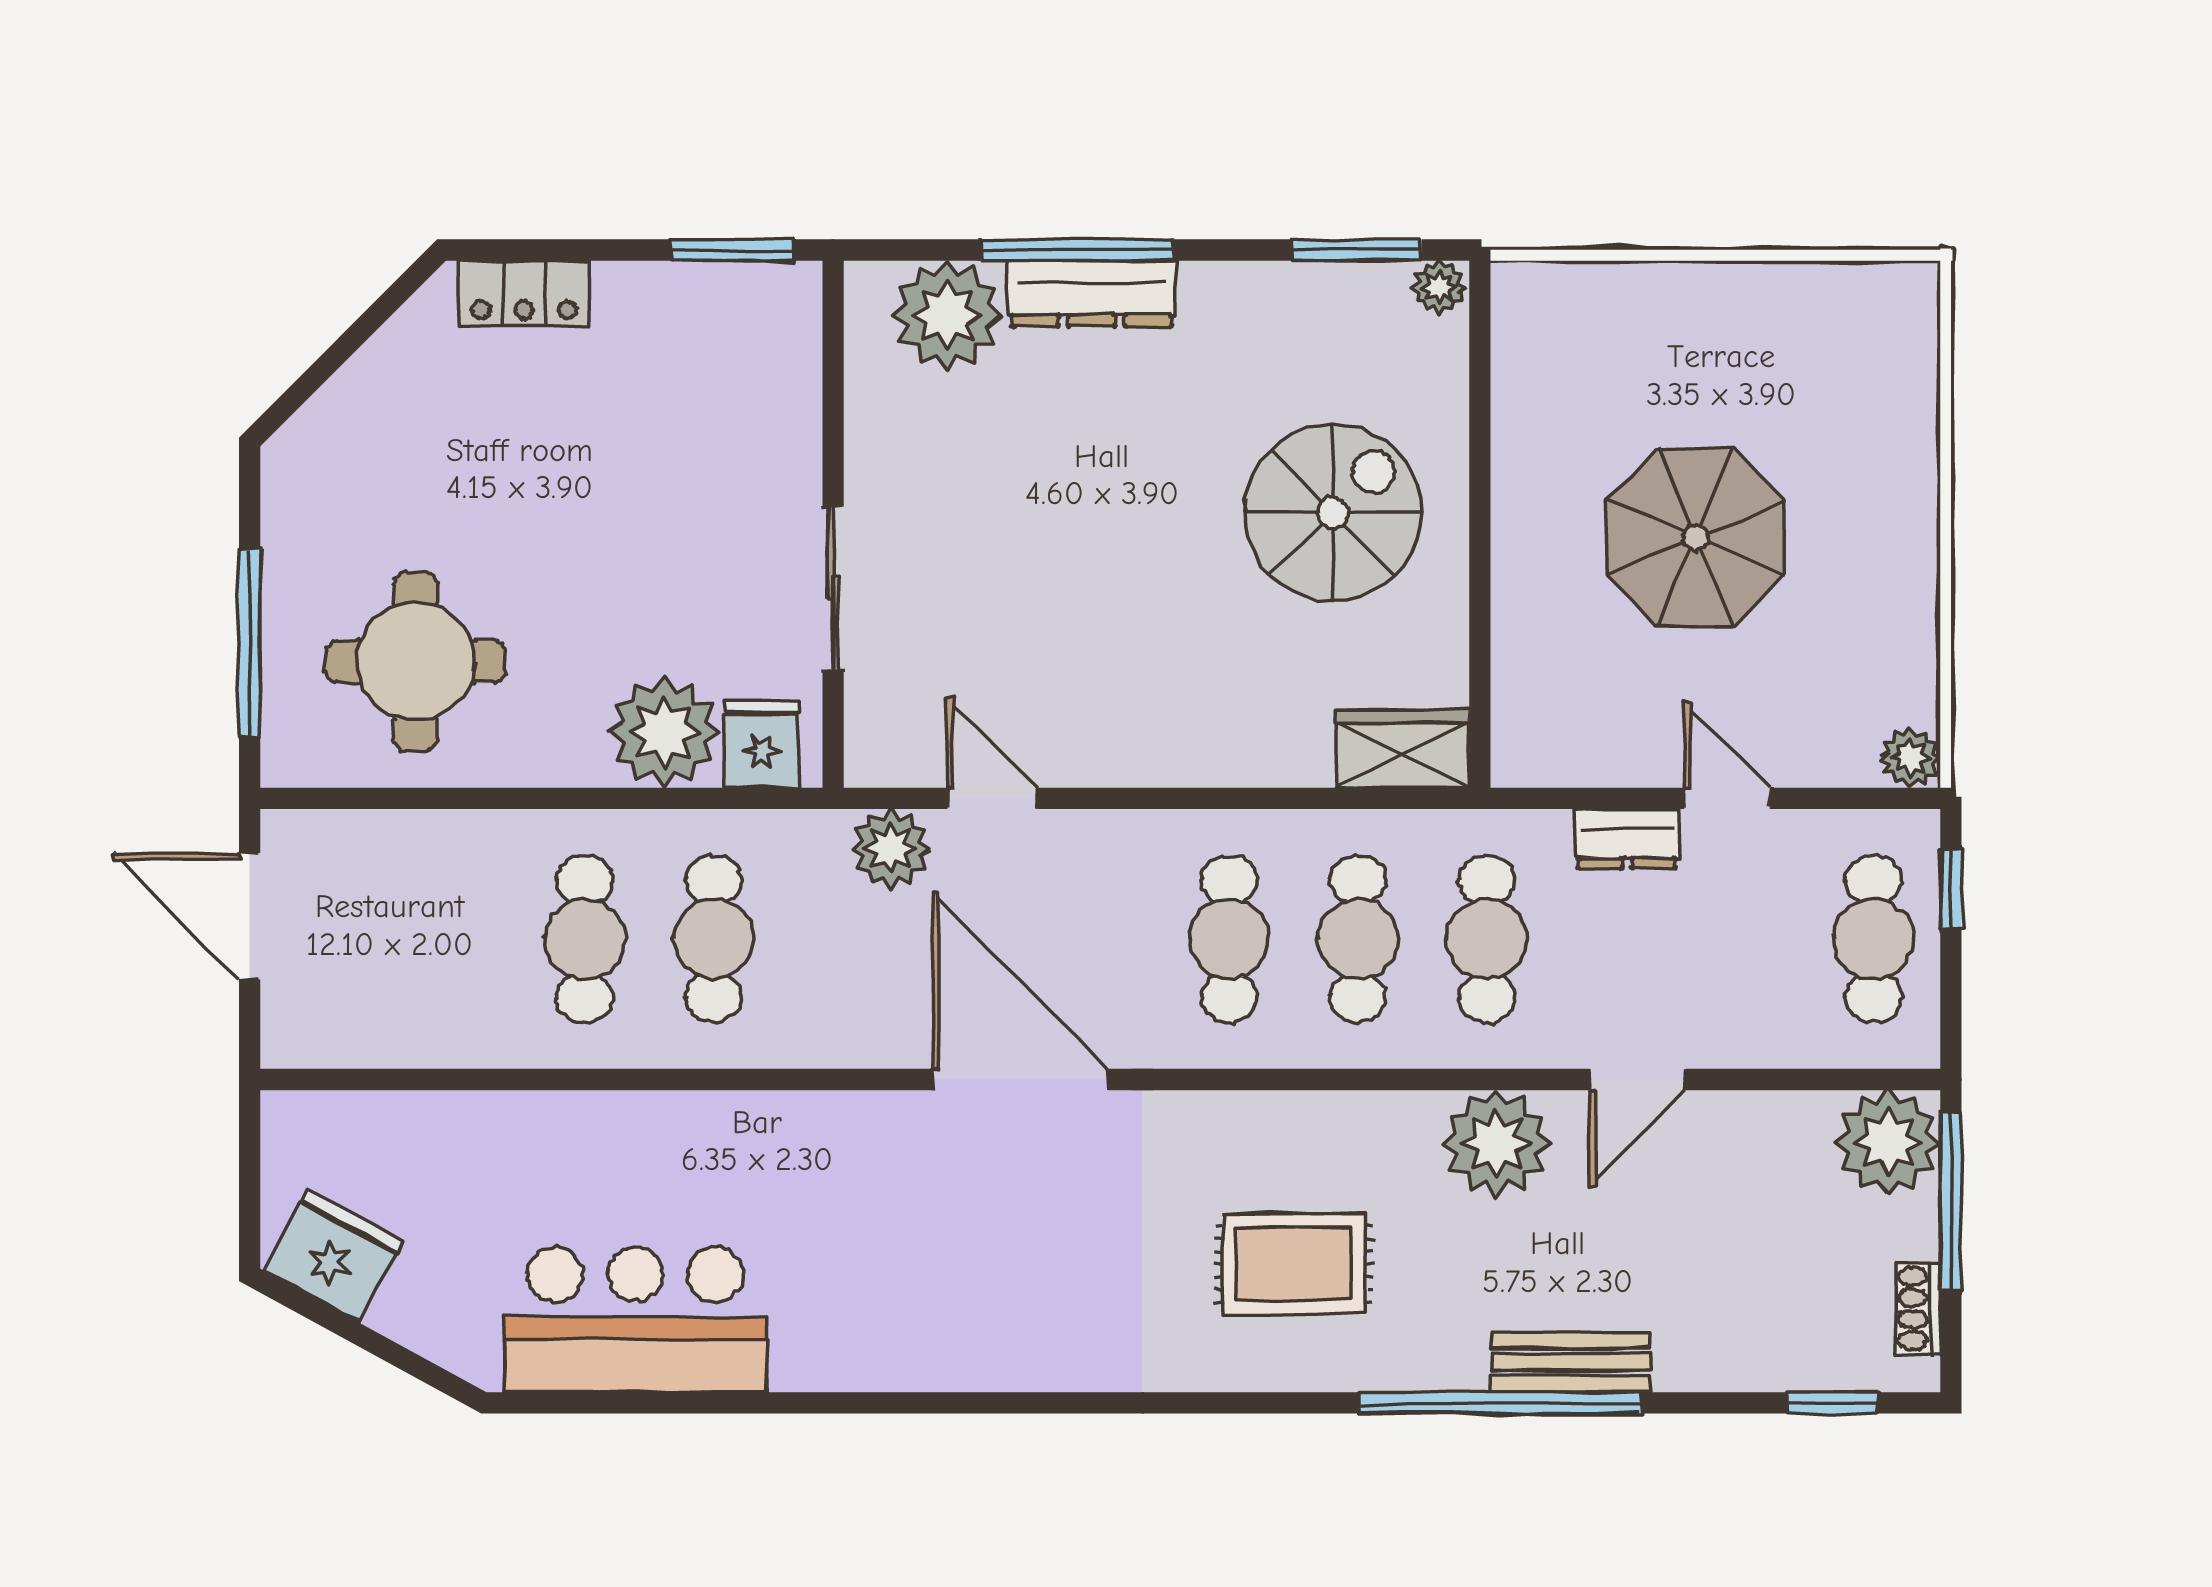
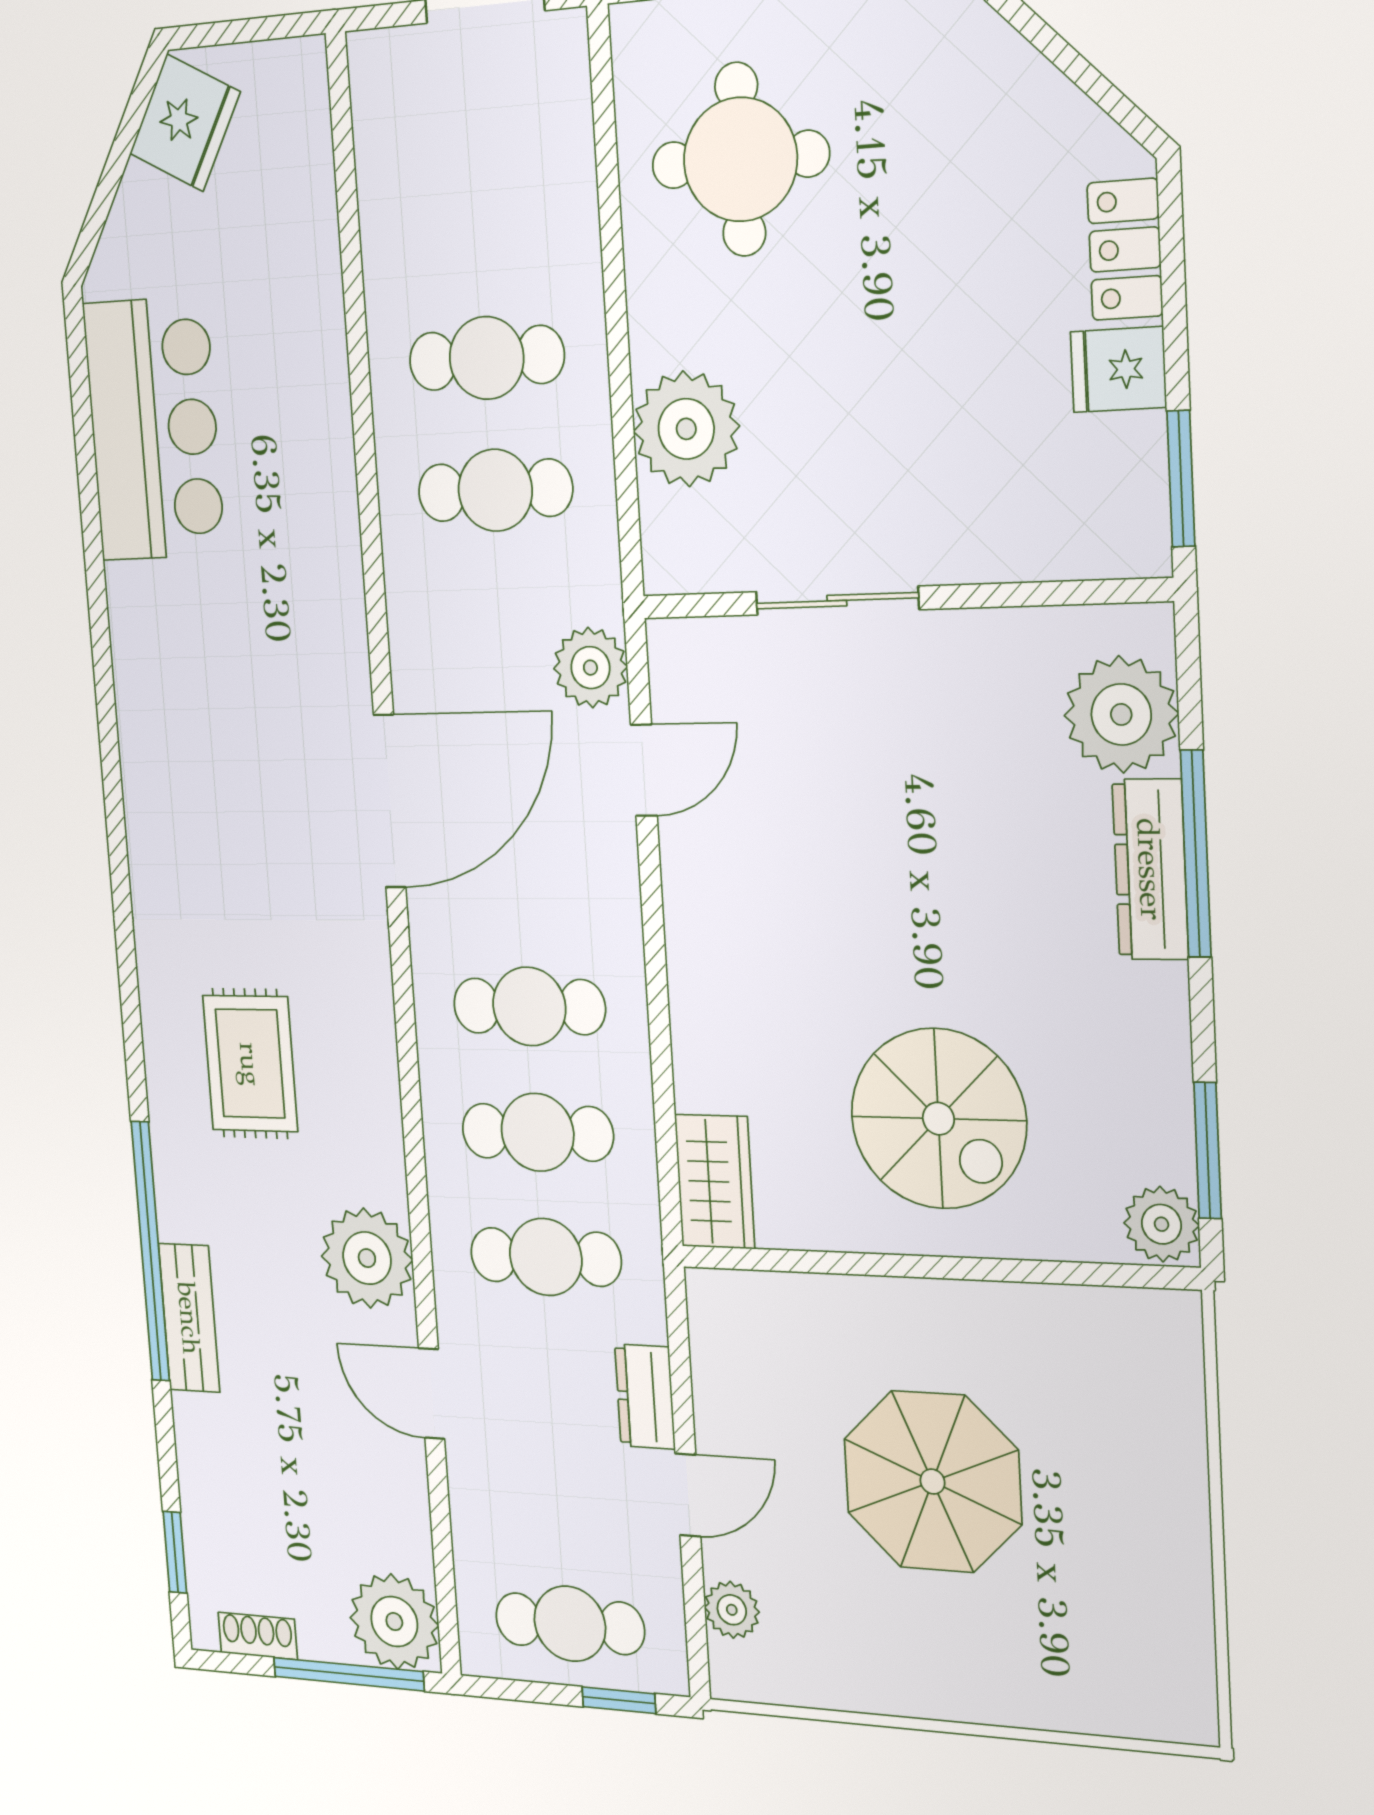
plant: (1439, 287) -> (1161, 1224), width x1.38, depth x1.38
fridge: (762, 744) -> (1118, 370), moved, turned 180
plant: (1910, 758) -> (732, 1610), moved

